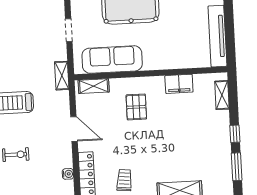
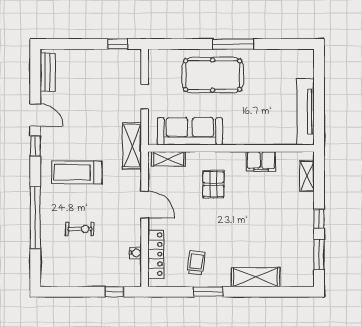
shelving: (62, 76) -> (132, 146), width x1.50, depth x1.33

